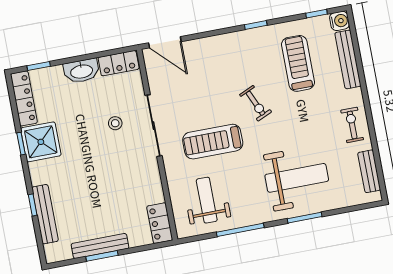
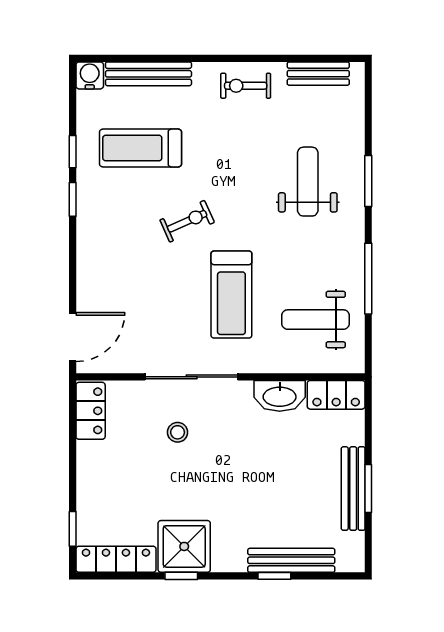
window: (316, 14) -> (73, 152), moved
washbasin: (81, 71) -> (280, 396), moved, turned 90
weight bench: (297, 178) -> (308, 182), width x0.73, depth x0.75

